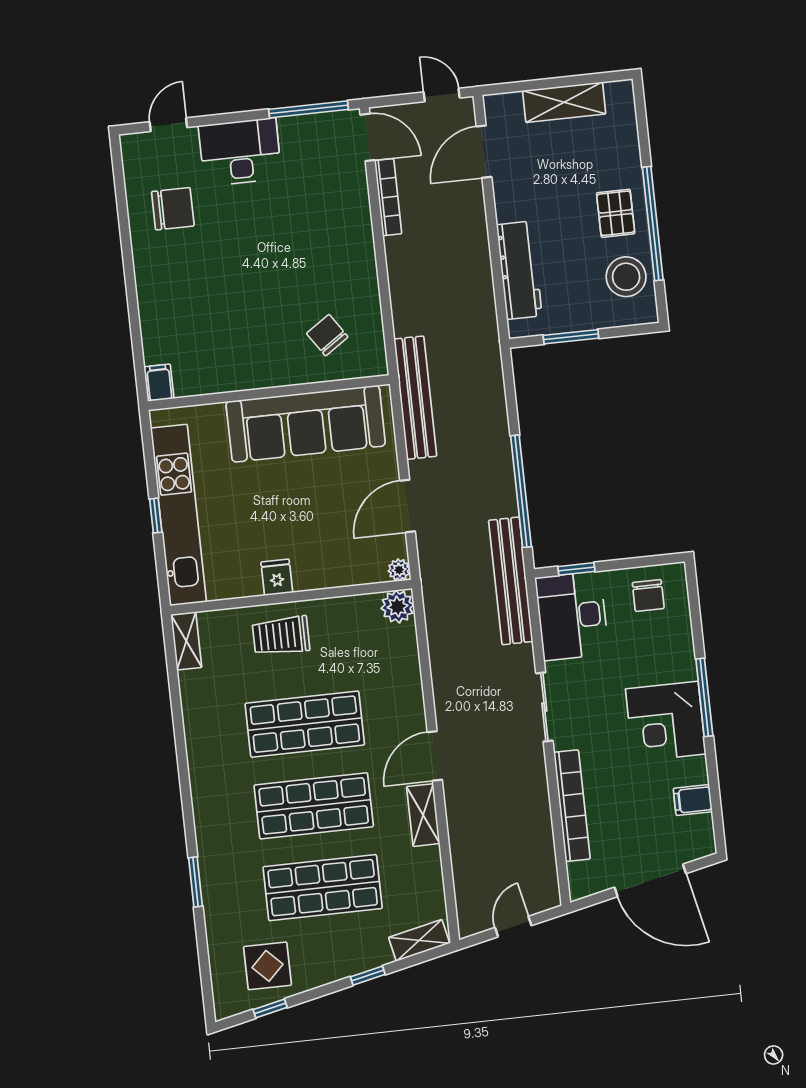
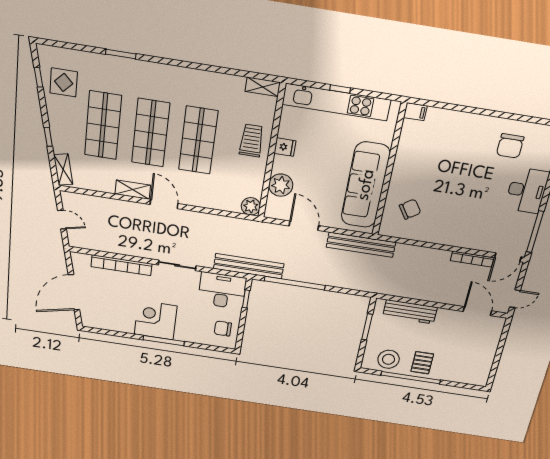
shelving: (564, 102) -> (487, 354), removed
pallet: (616, 213) -> (422, 363), turned 90
plant: (399, 570) -> (281, 185), moved, width x1.87, depth x1.87
filing cabinet: (693, 800) -> (112, 322), removed

